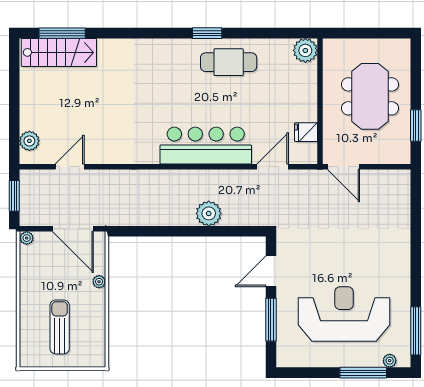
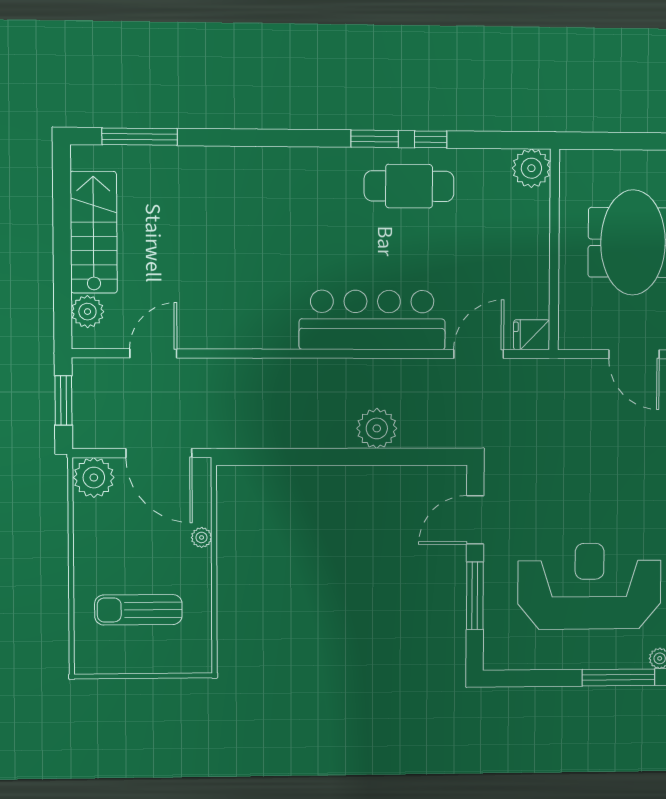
window: (242, 33) -> (431, 139), added
stairs: (59, 52) -> (94, 232), moved, turned -90
fridge: (306, 132) -> (532, 335), moved
door: (343, 167) -> (634, 354), moved
plant: (27, 238) -> (94, 478), width x1.88, depth x1.88
sun lounger: (60, 327) -> (138, 610), turned -90

